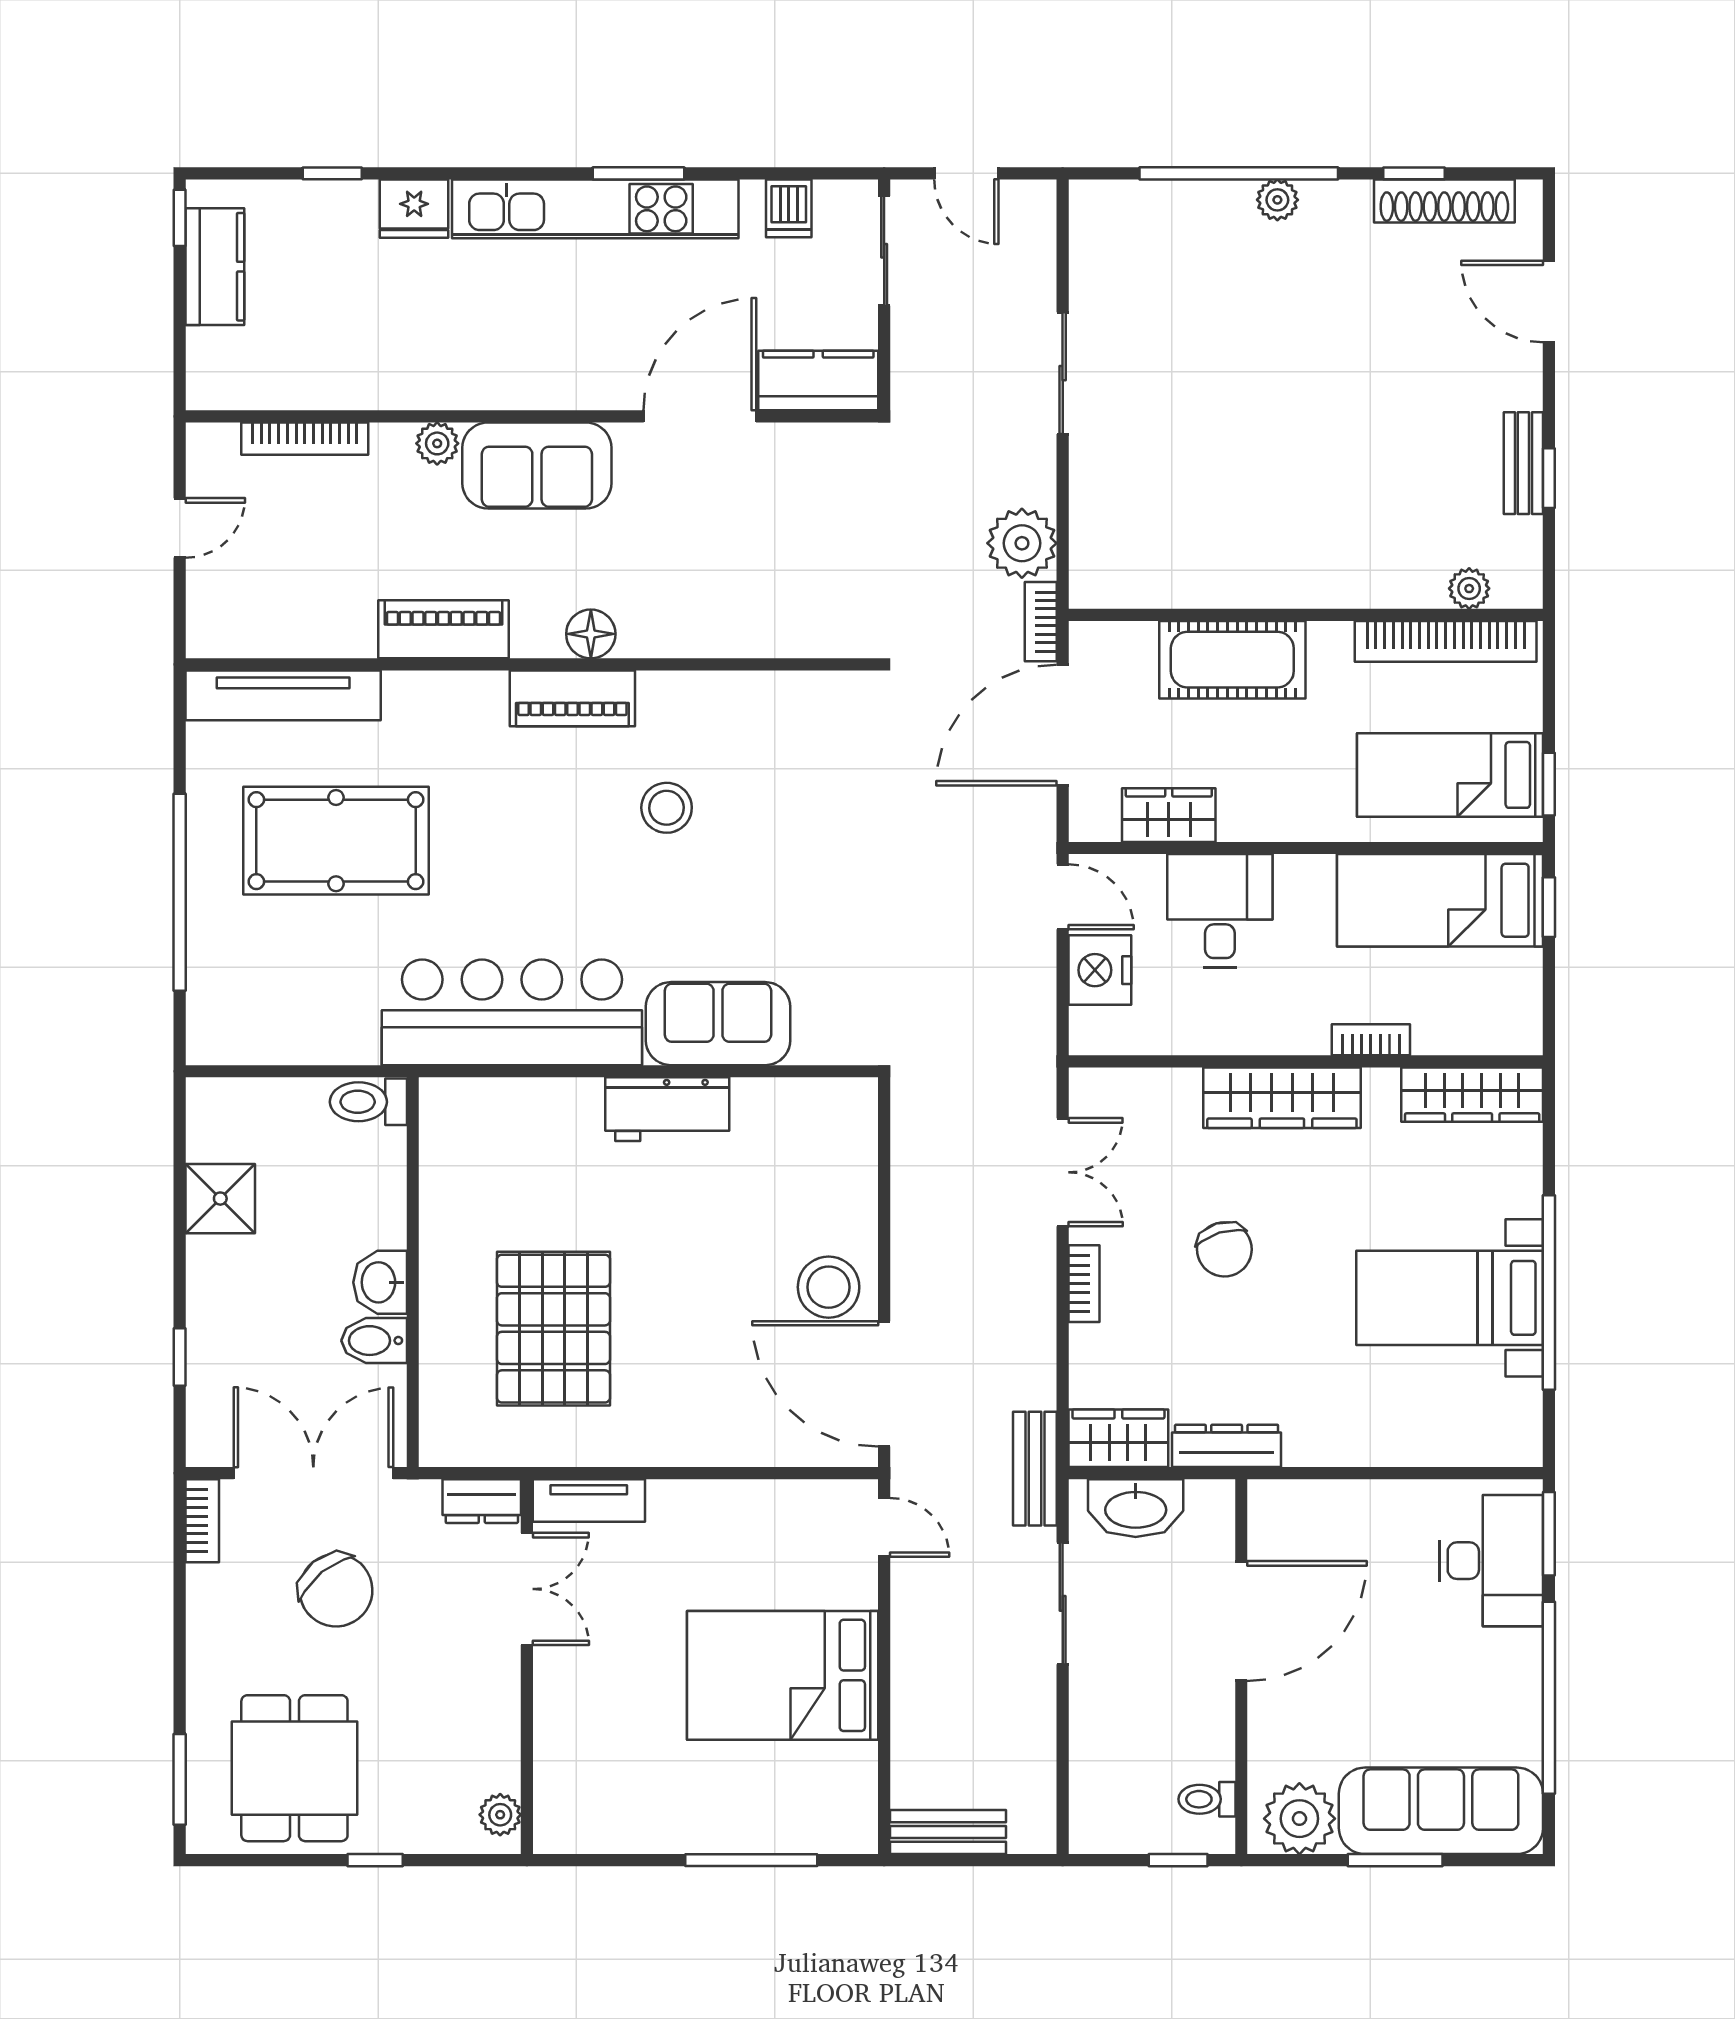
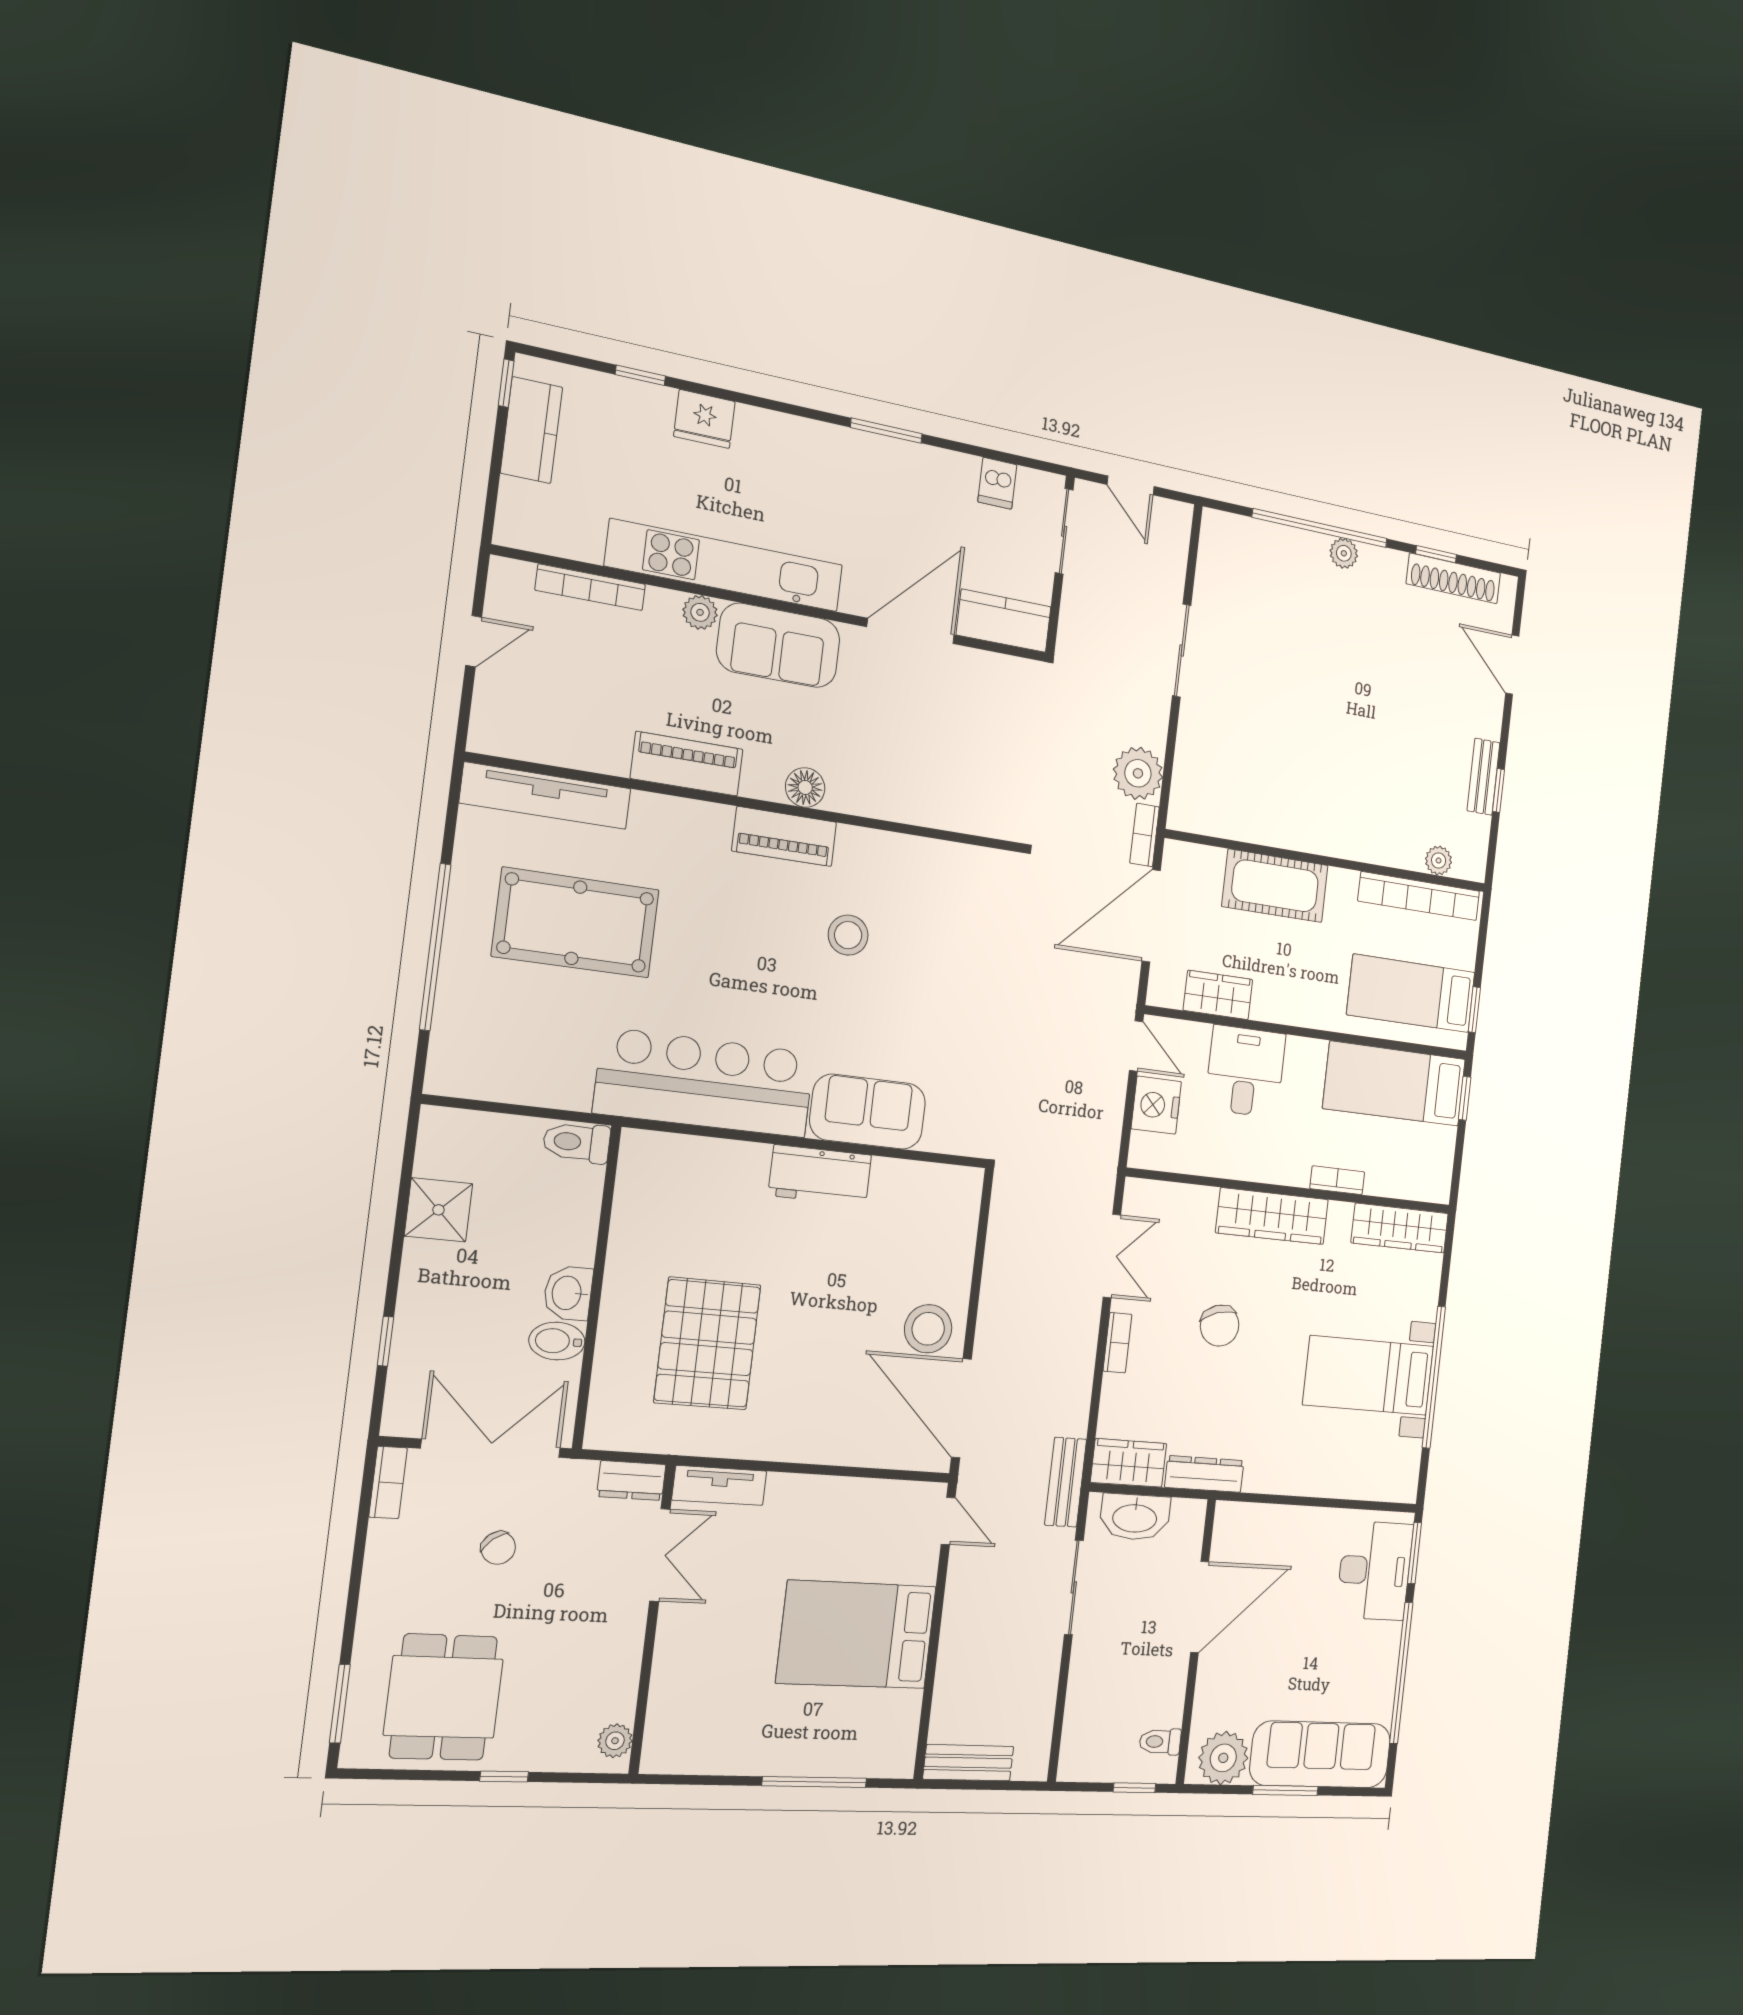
kitchen unit: (595, 209) -> (725, 565), moved, turned 180
chair: (336, 1590) -> (498, 1548), width x0.54, depth x0.54

